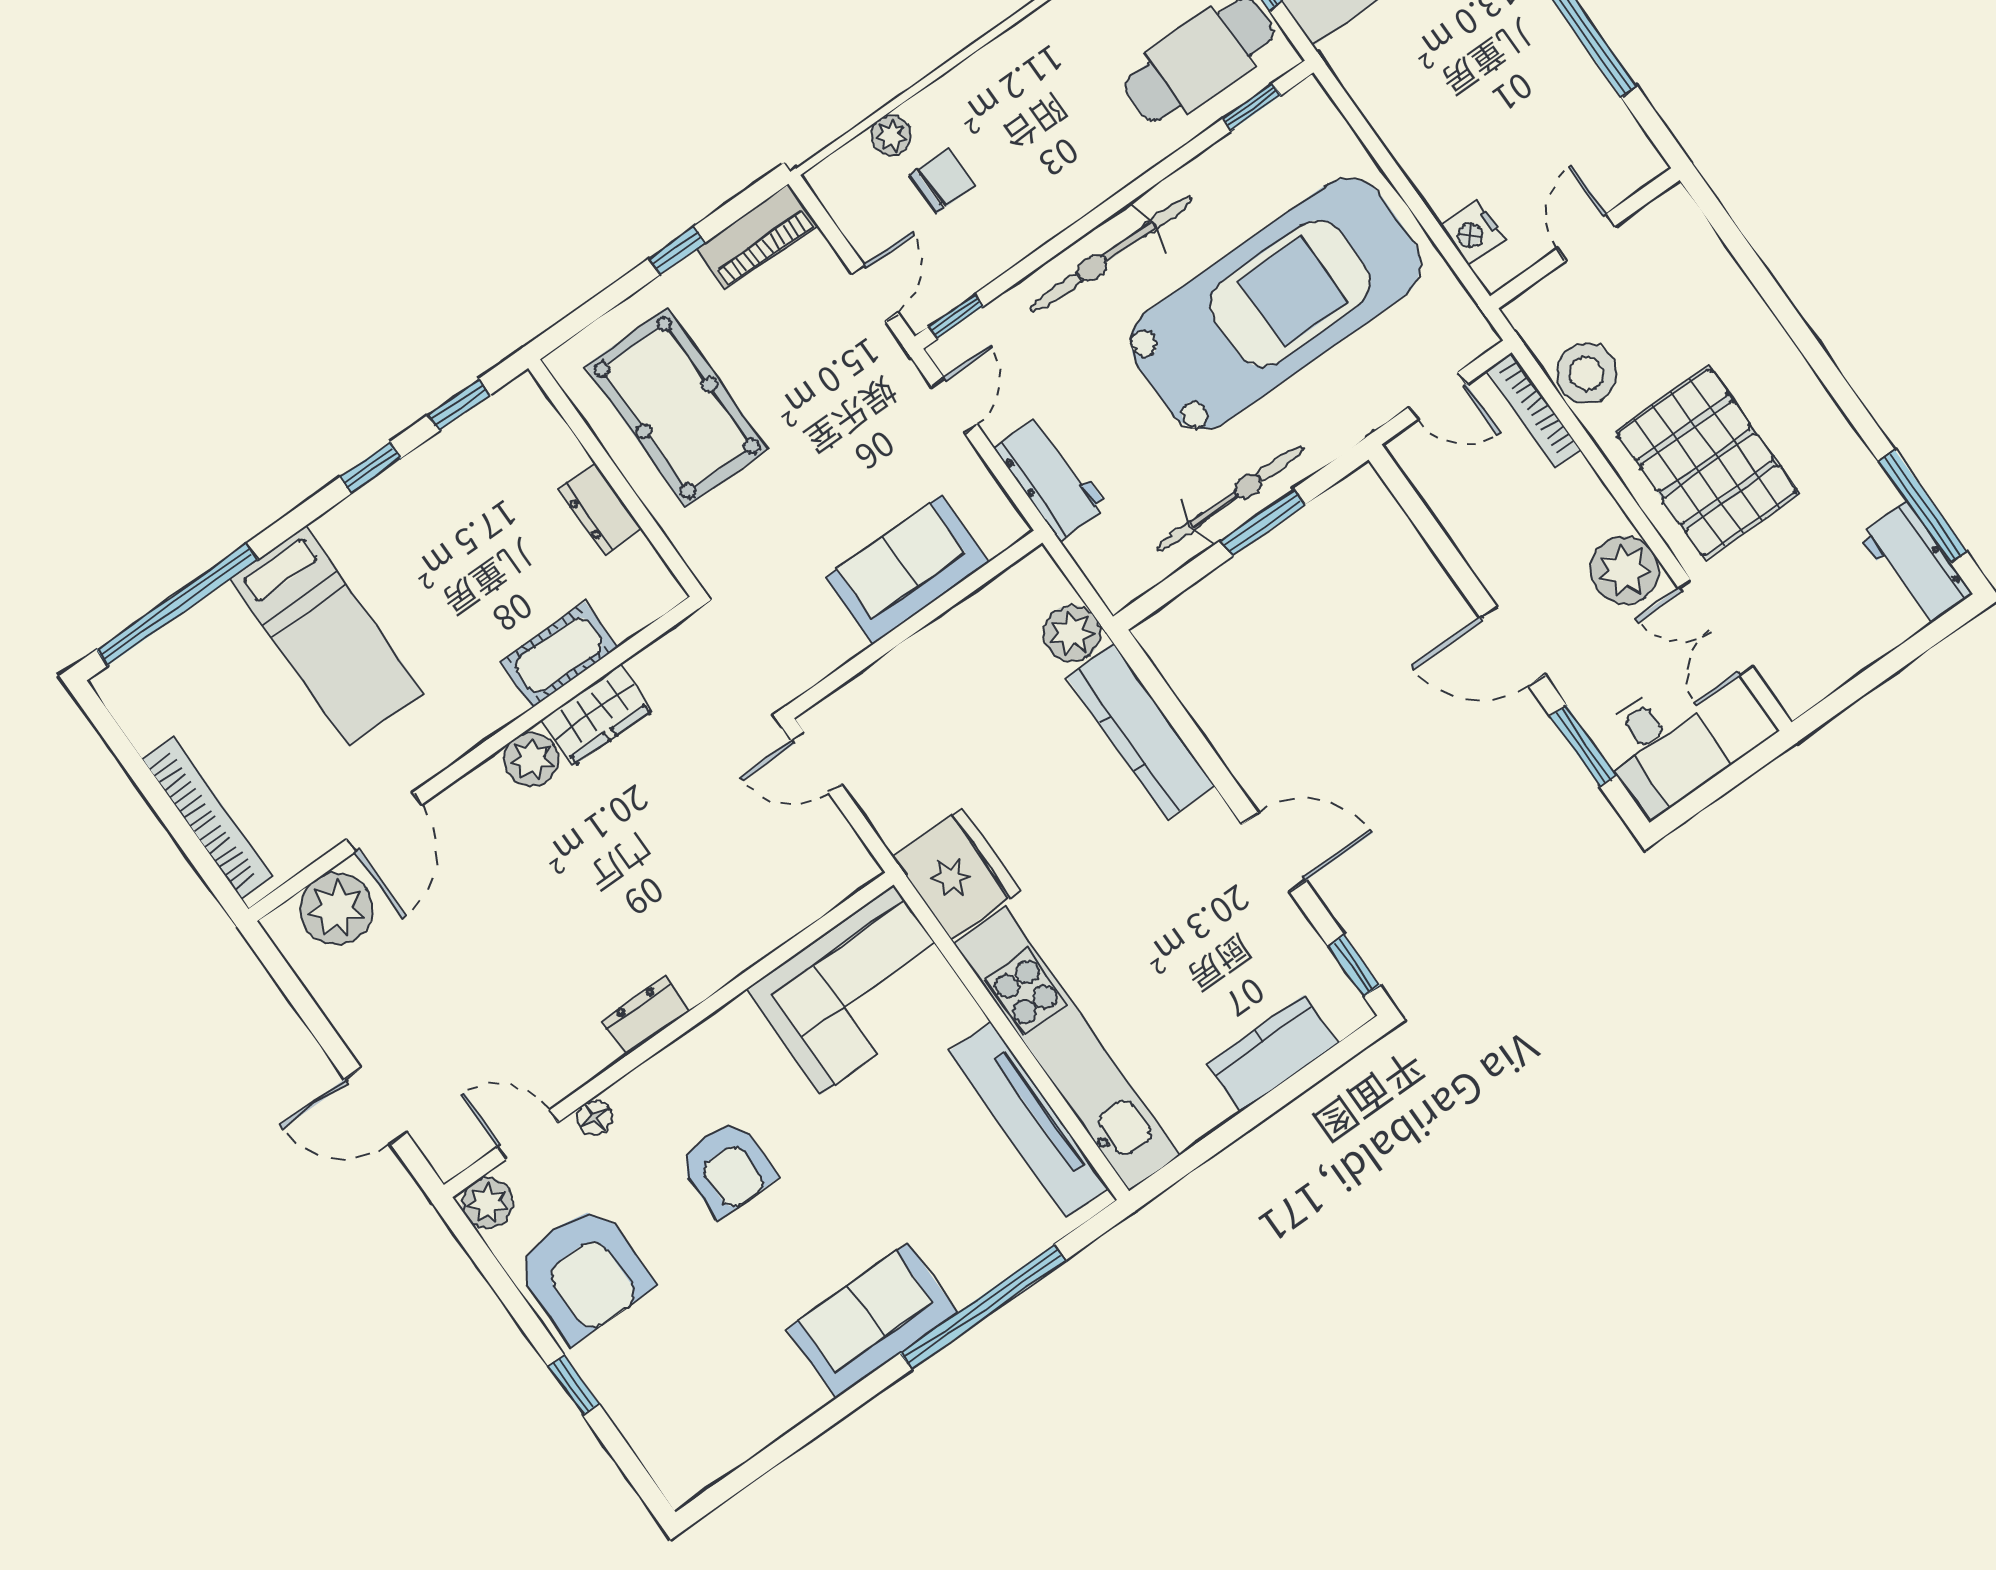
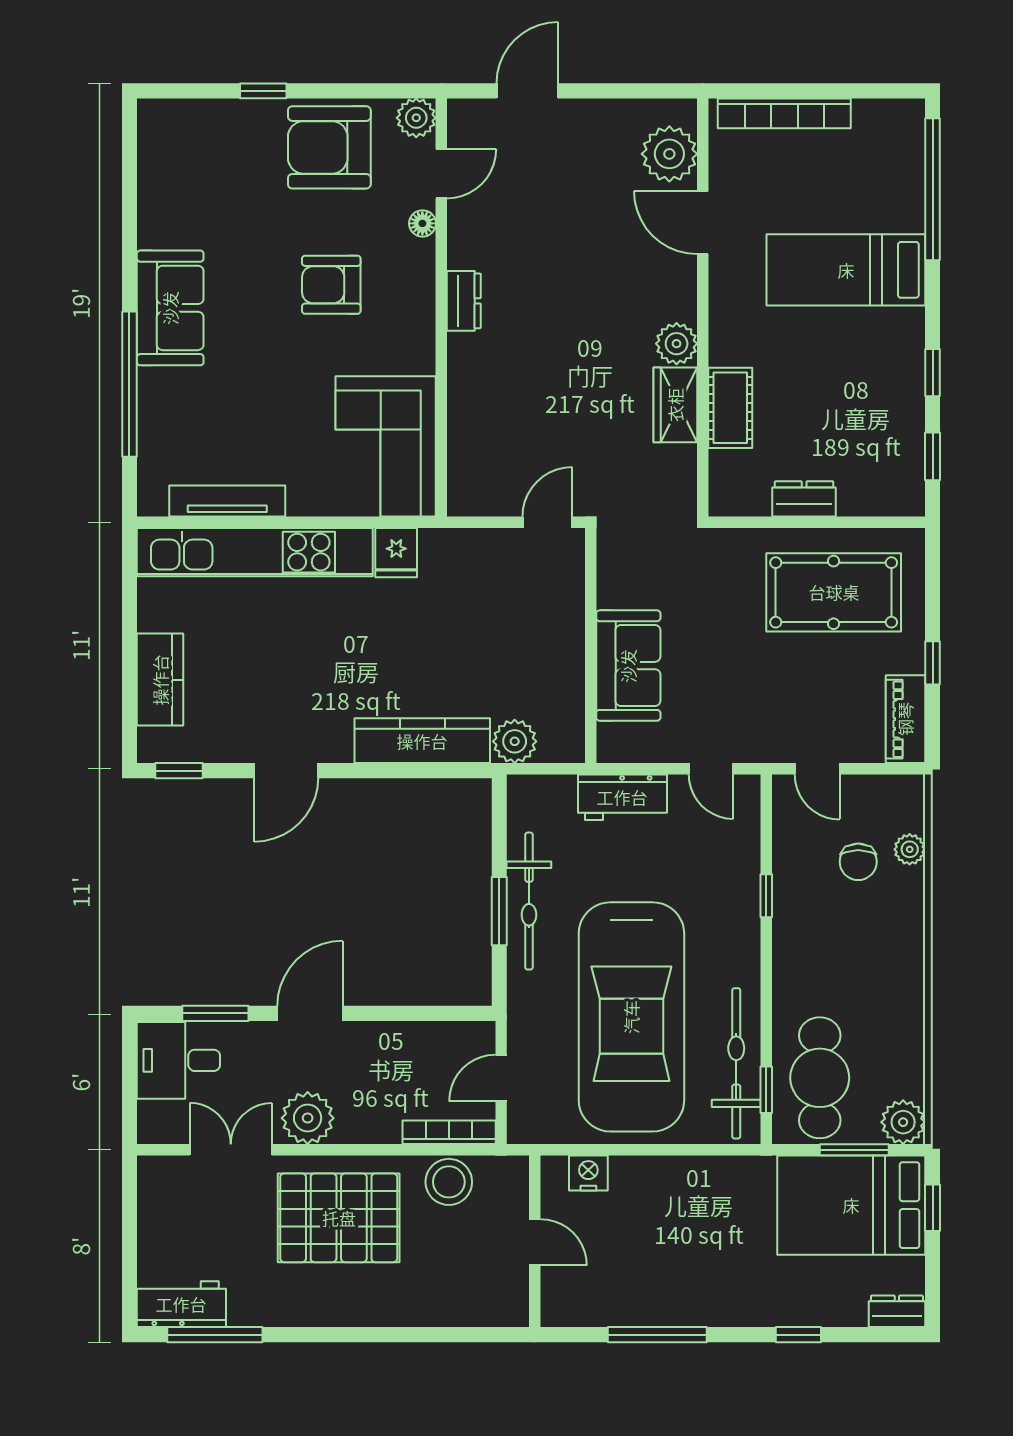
bicycle: (1111, 254) -> (736, 1063), moved
window: (956, 316) -> (766, 896), moved
fridge: (956, 874) -> (396, 553), width x0.53, depth x0.75
tv unit: (1028, 1120) -> (227, 501), width x0.73, depth x0.78

